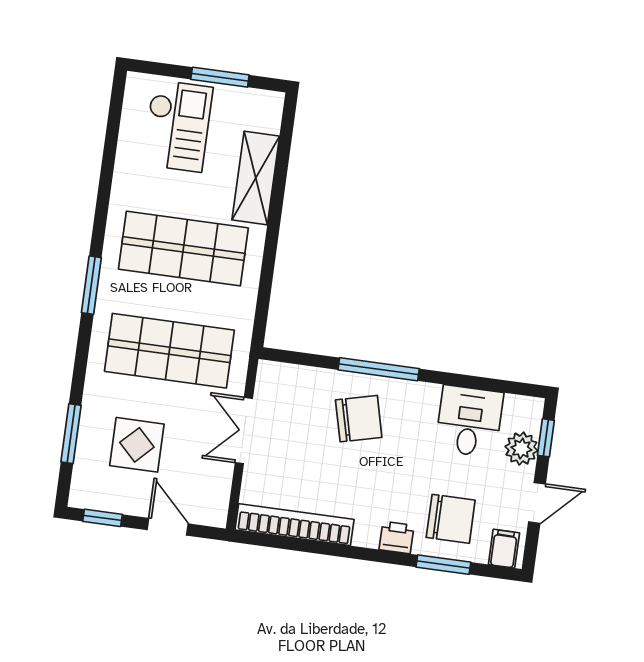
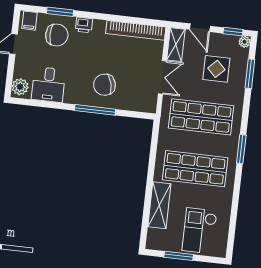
window: (546, 438) -> (10, 77), removed
plant: (521, 449) -> (20, 87), moved
shelving: (216, 495) -> (176, 45), added
plant: (80, 497) -> (245, 42), added
chair: (451, 519) -> (57, 35), turned 180

